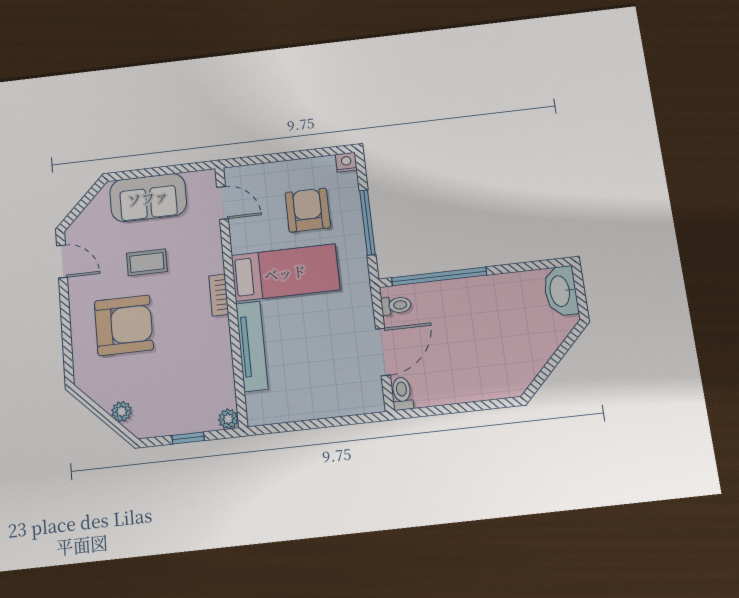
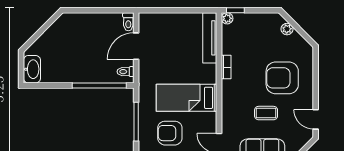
armchair: (308, 210) -> (170, 133), turned 90
bookcase: (219, 295) -> (226, 67), moved
tv unit: (252, 346) -> (210, 38), moved
window: (188, 438) -> (235, 10), moved

